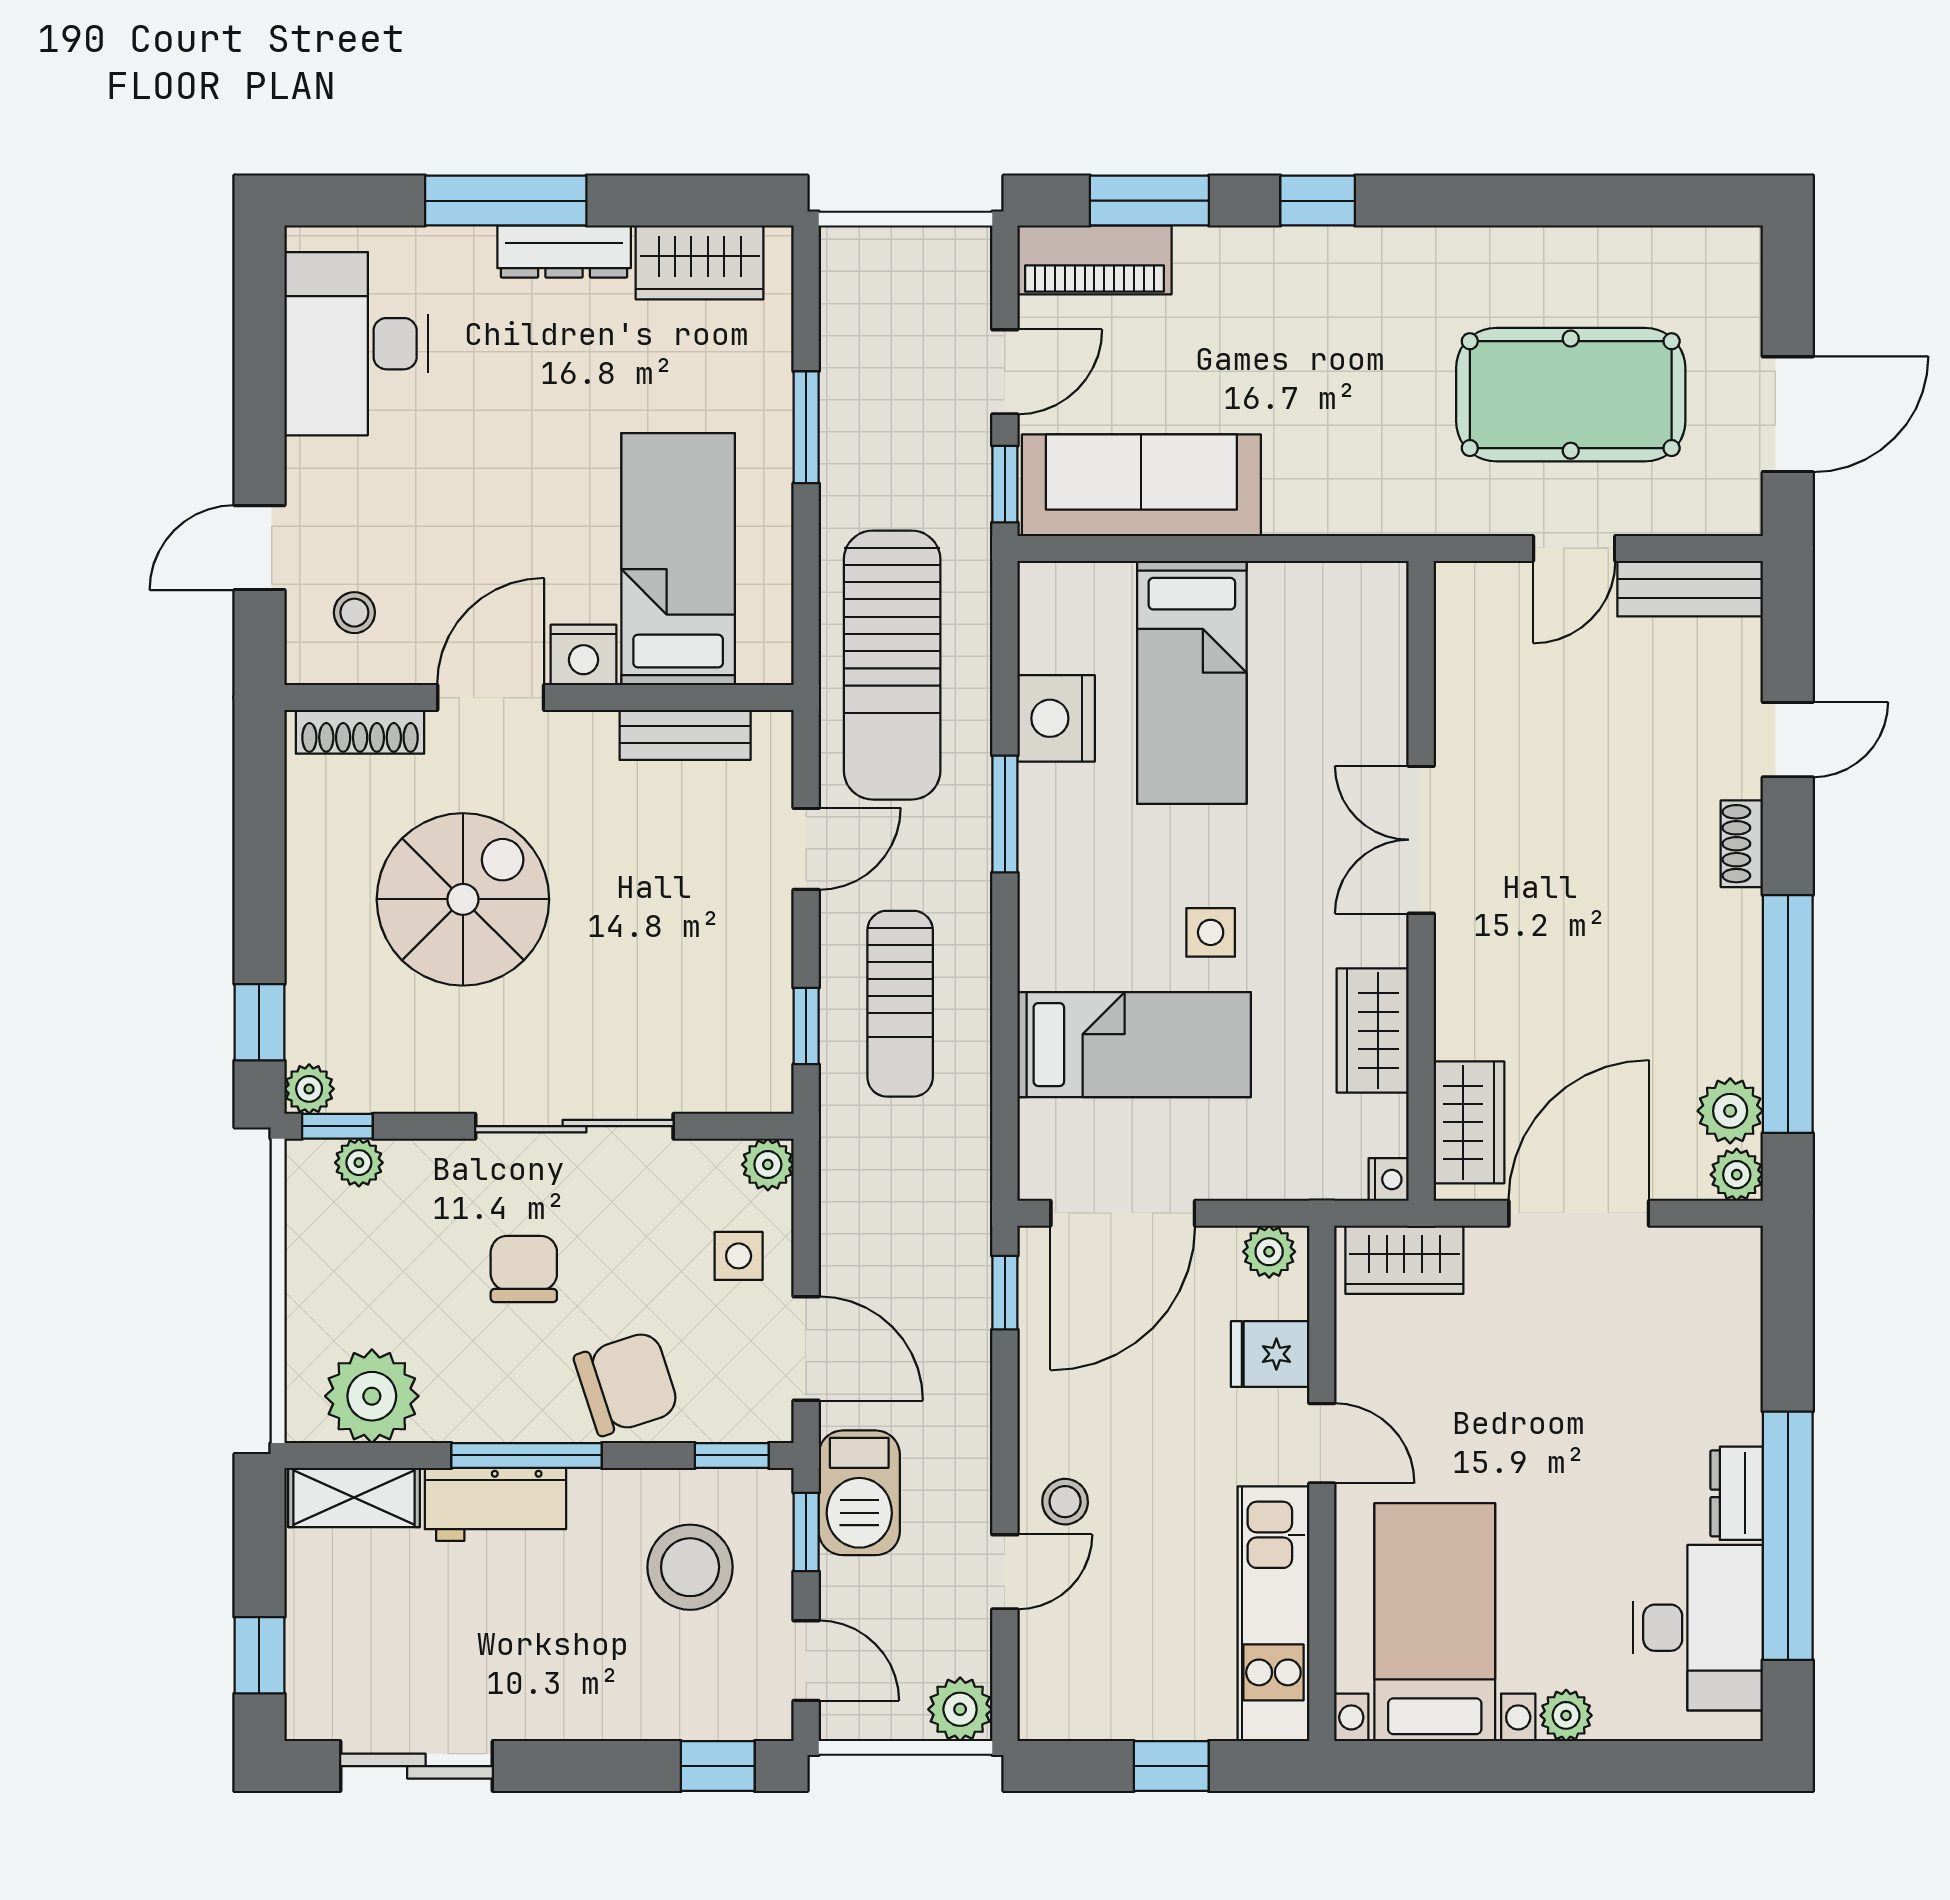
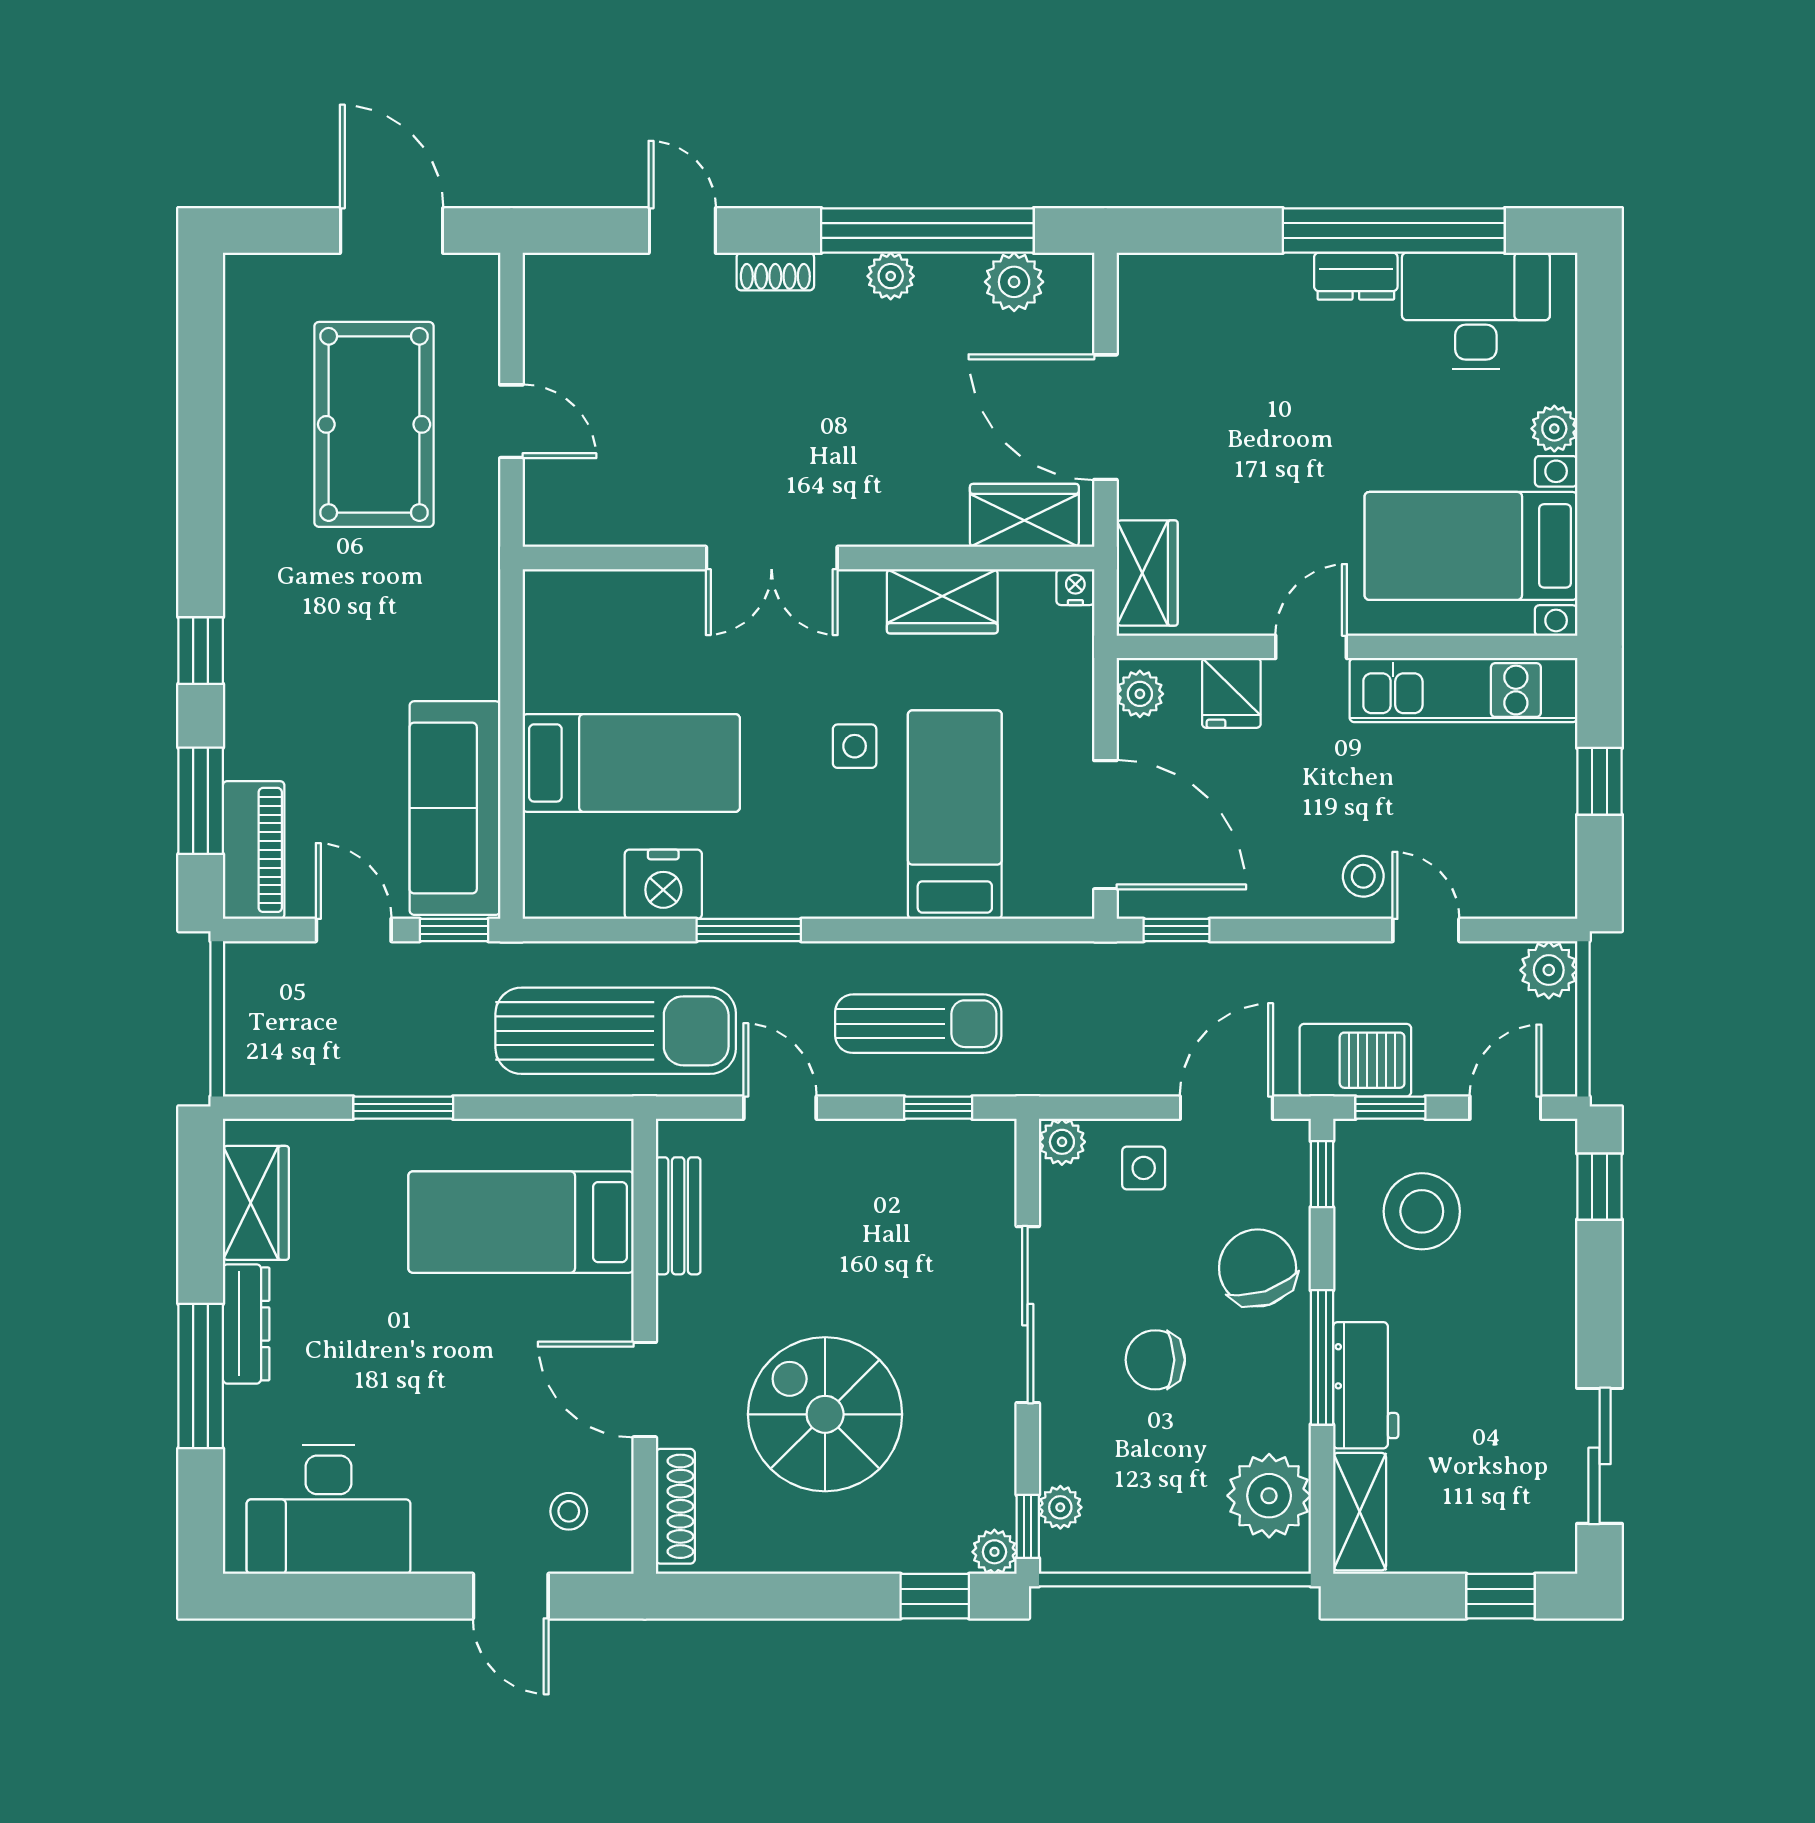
bench: (1690, 589) -> (547, 318), removed
nightstand: (584, 655) -> (607, 1307), removed
plant: (1737, 1175) -> (891, 276), moved

